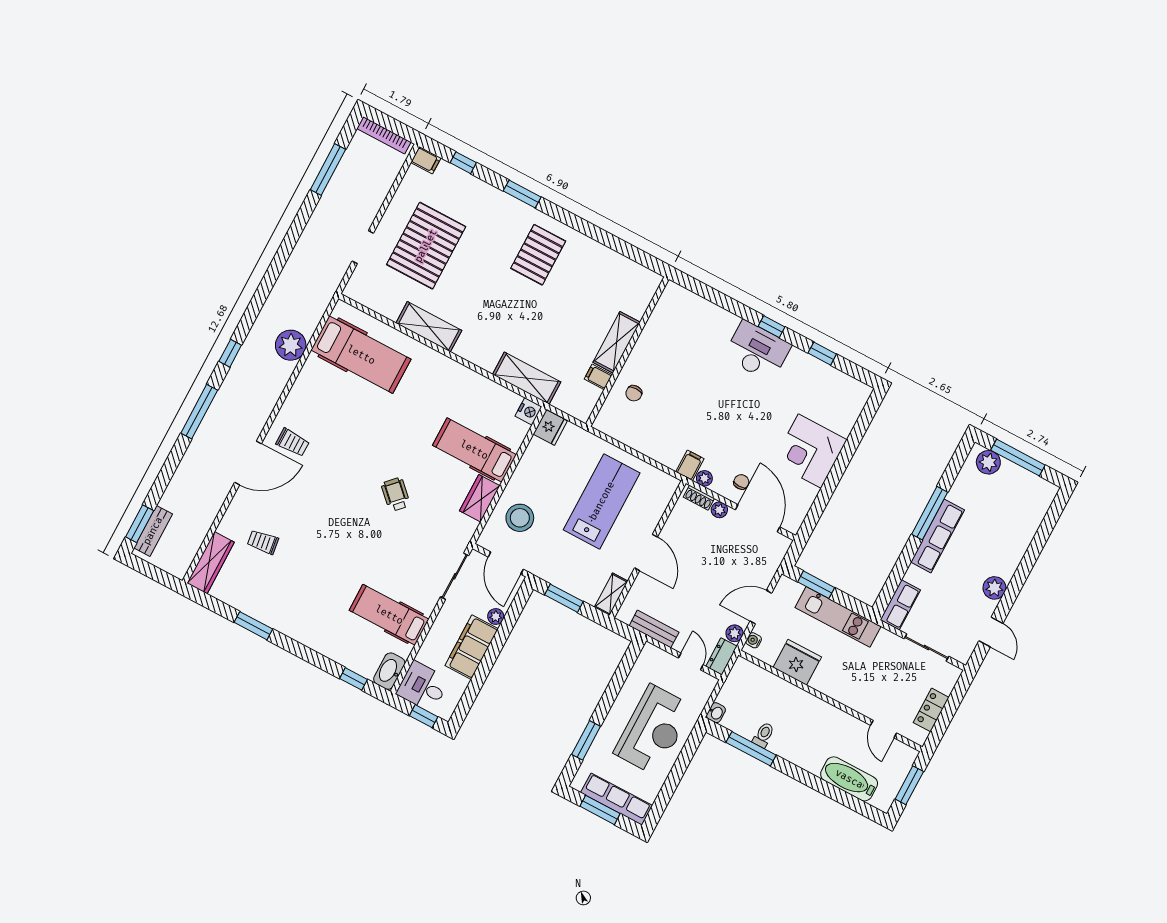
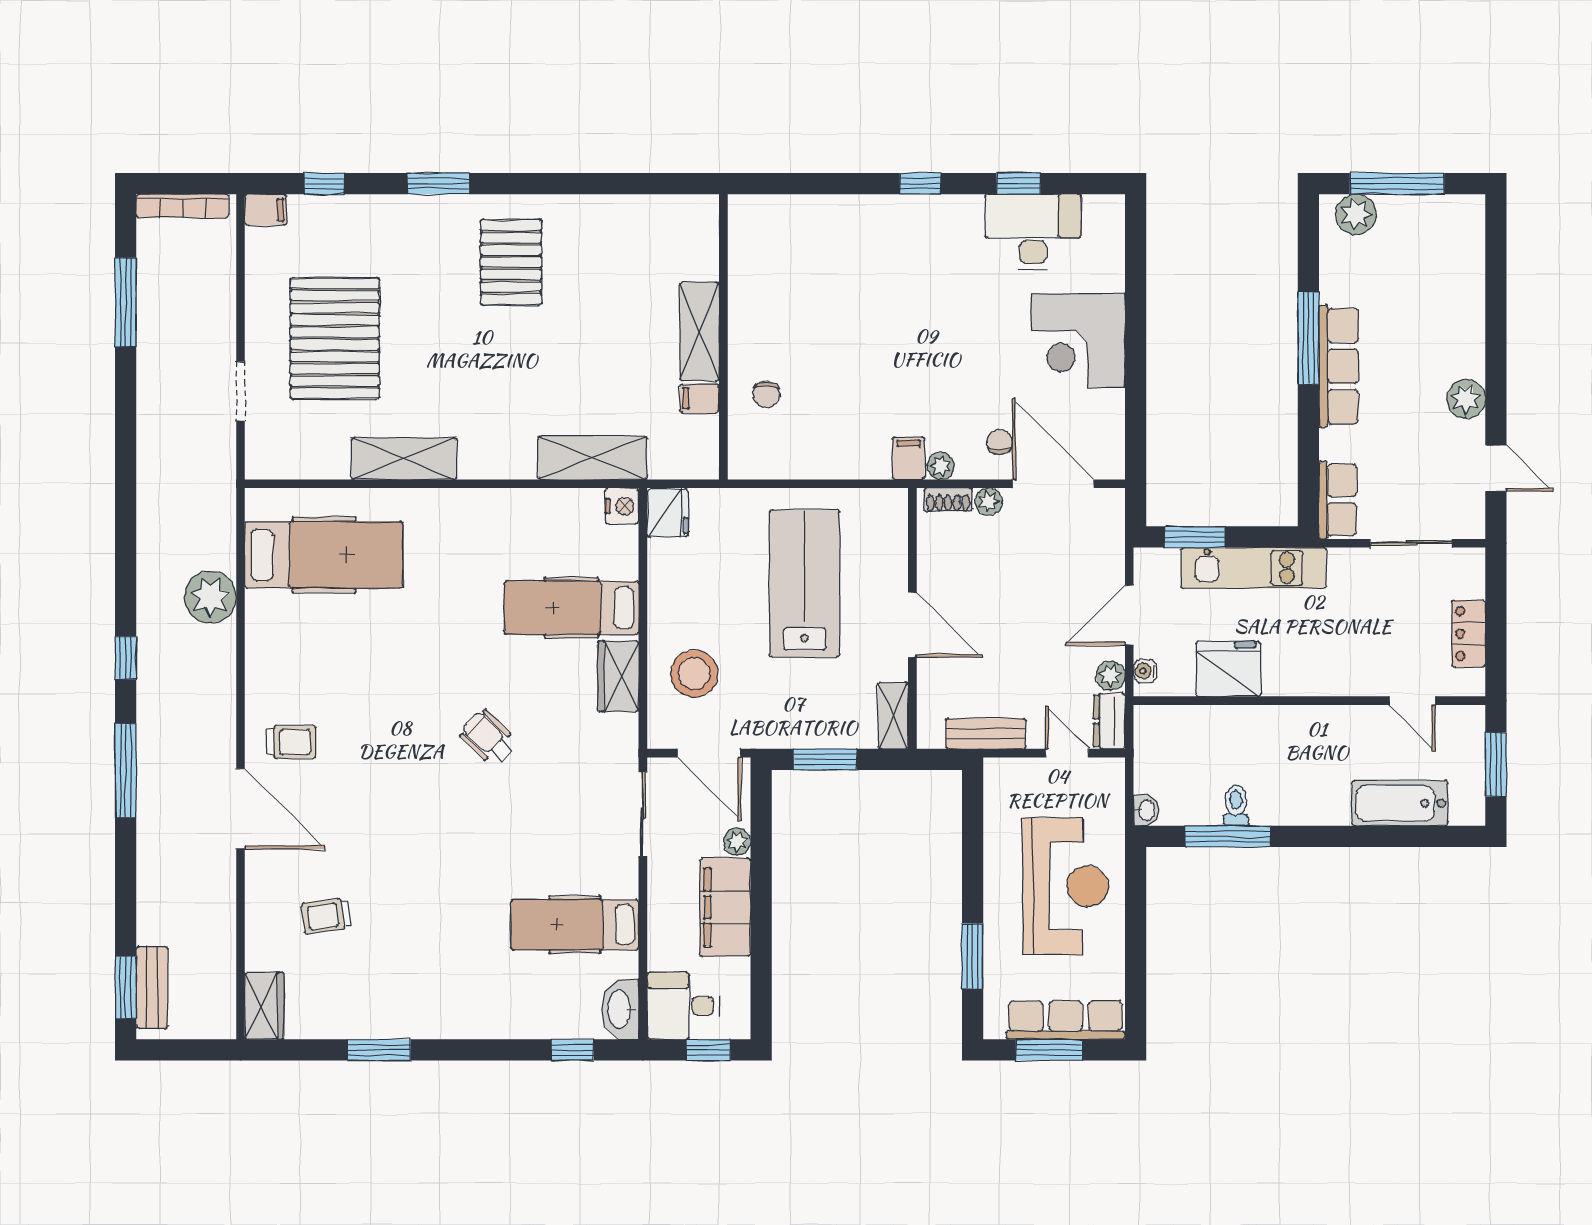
desk: (757, 351) -> (1033, 232), moved
door: (248, 463) -> (241, 809), hinge flipped
wardrobe: (211, 563) -> (264, 1006), width x0.67

